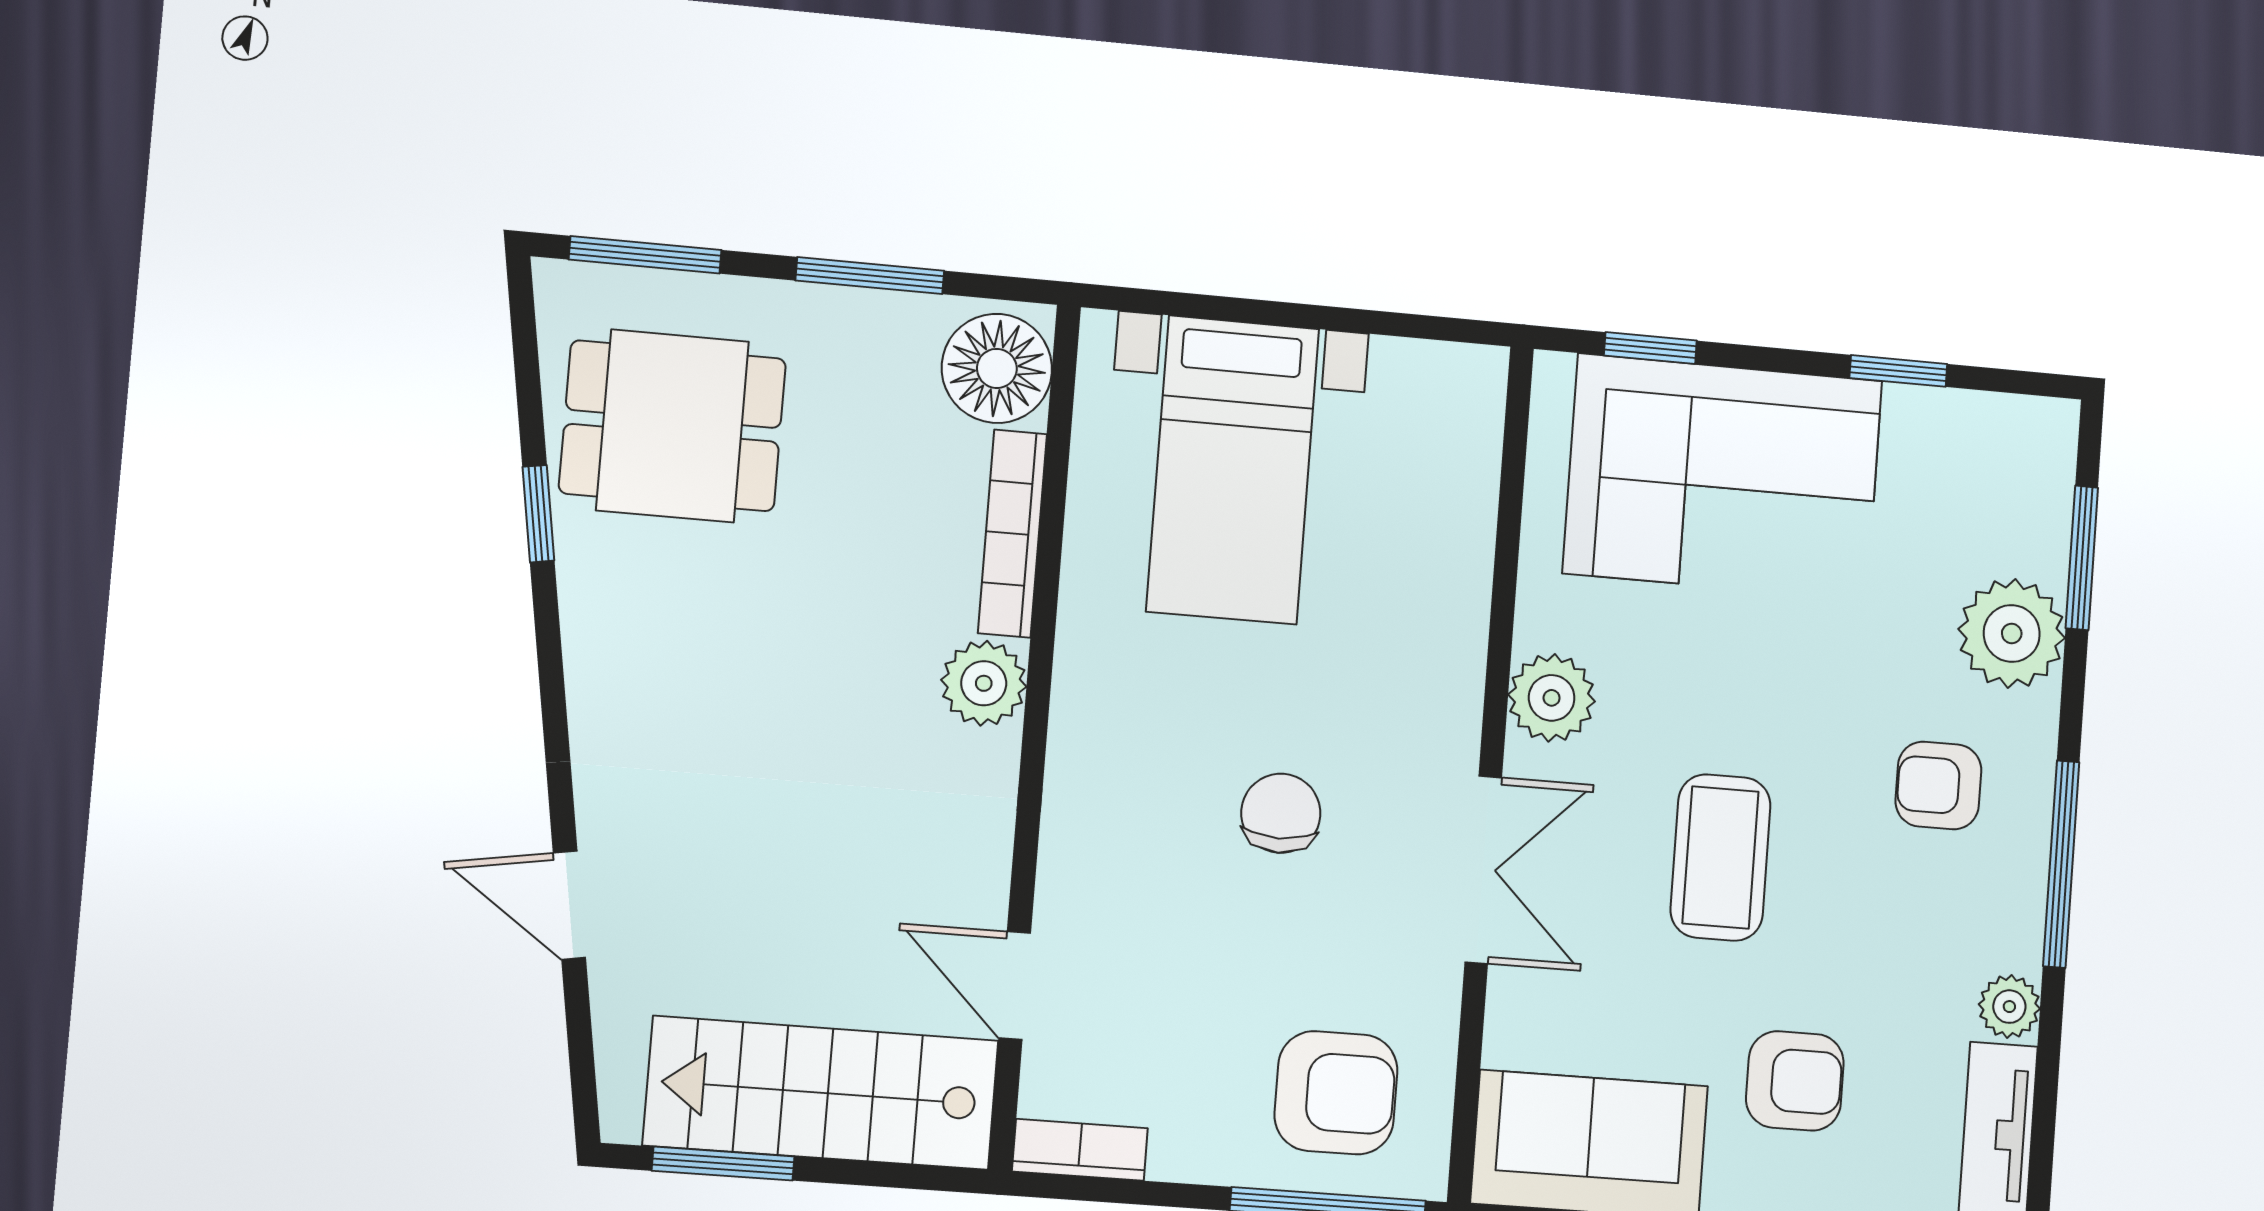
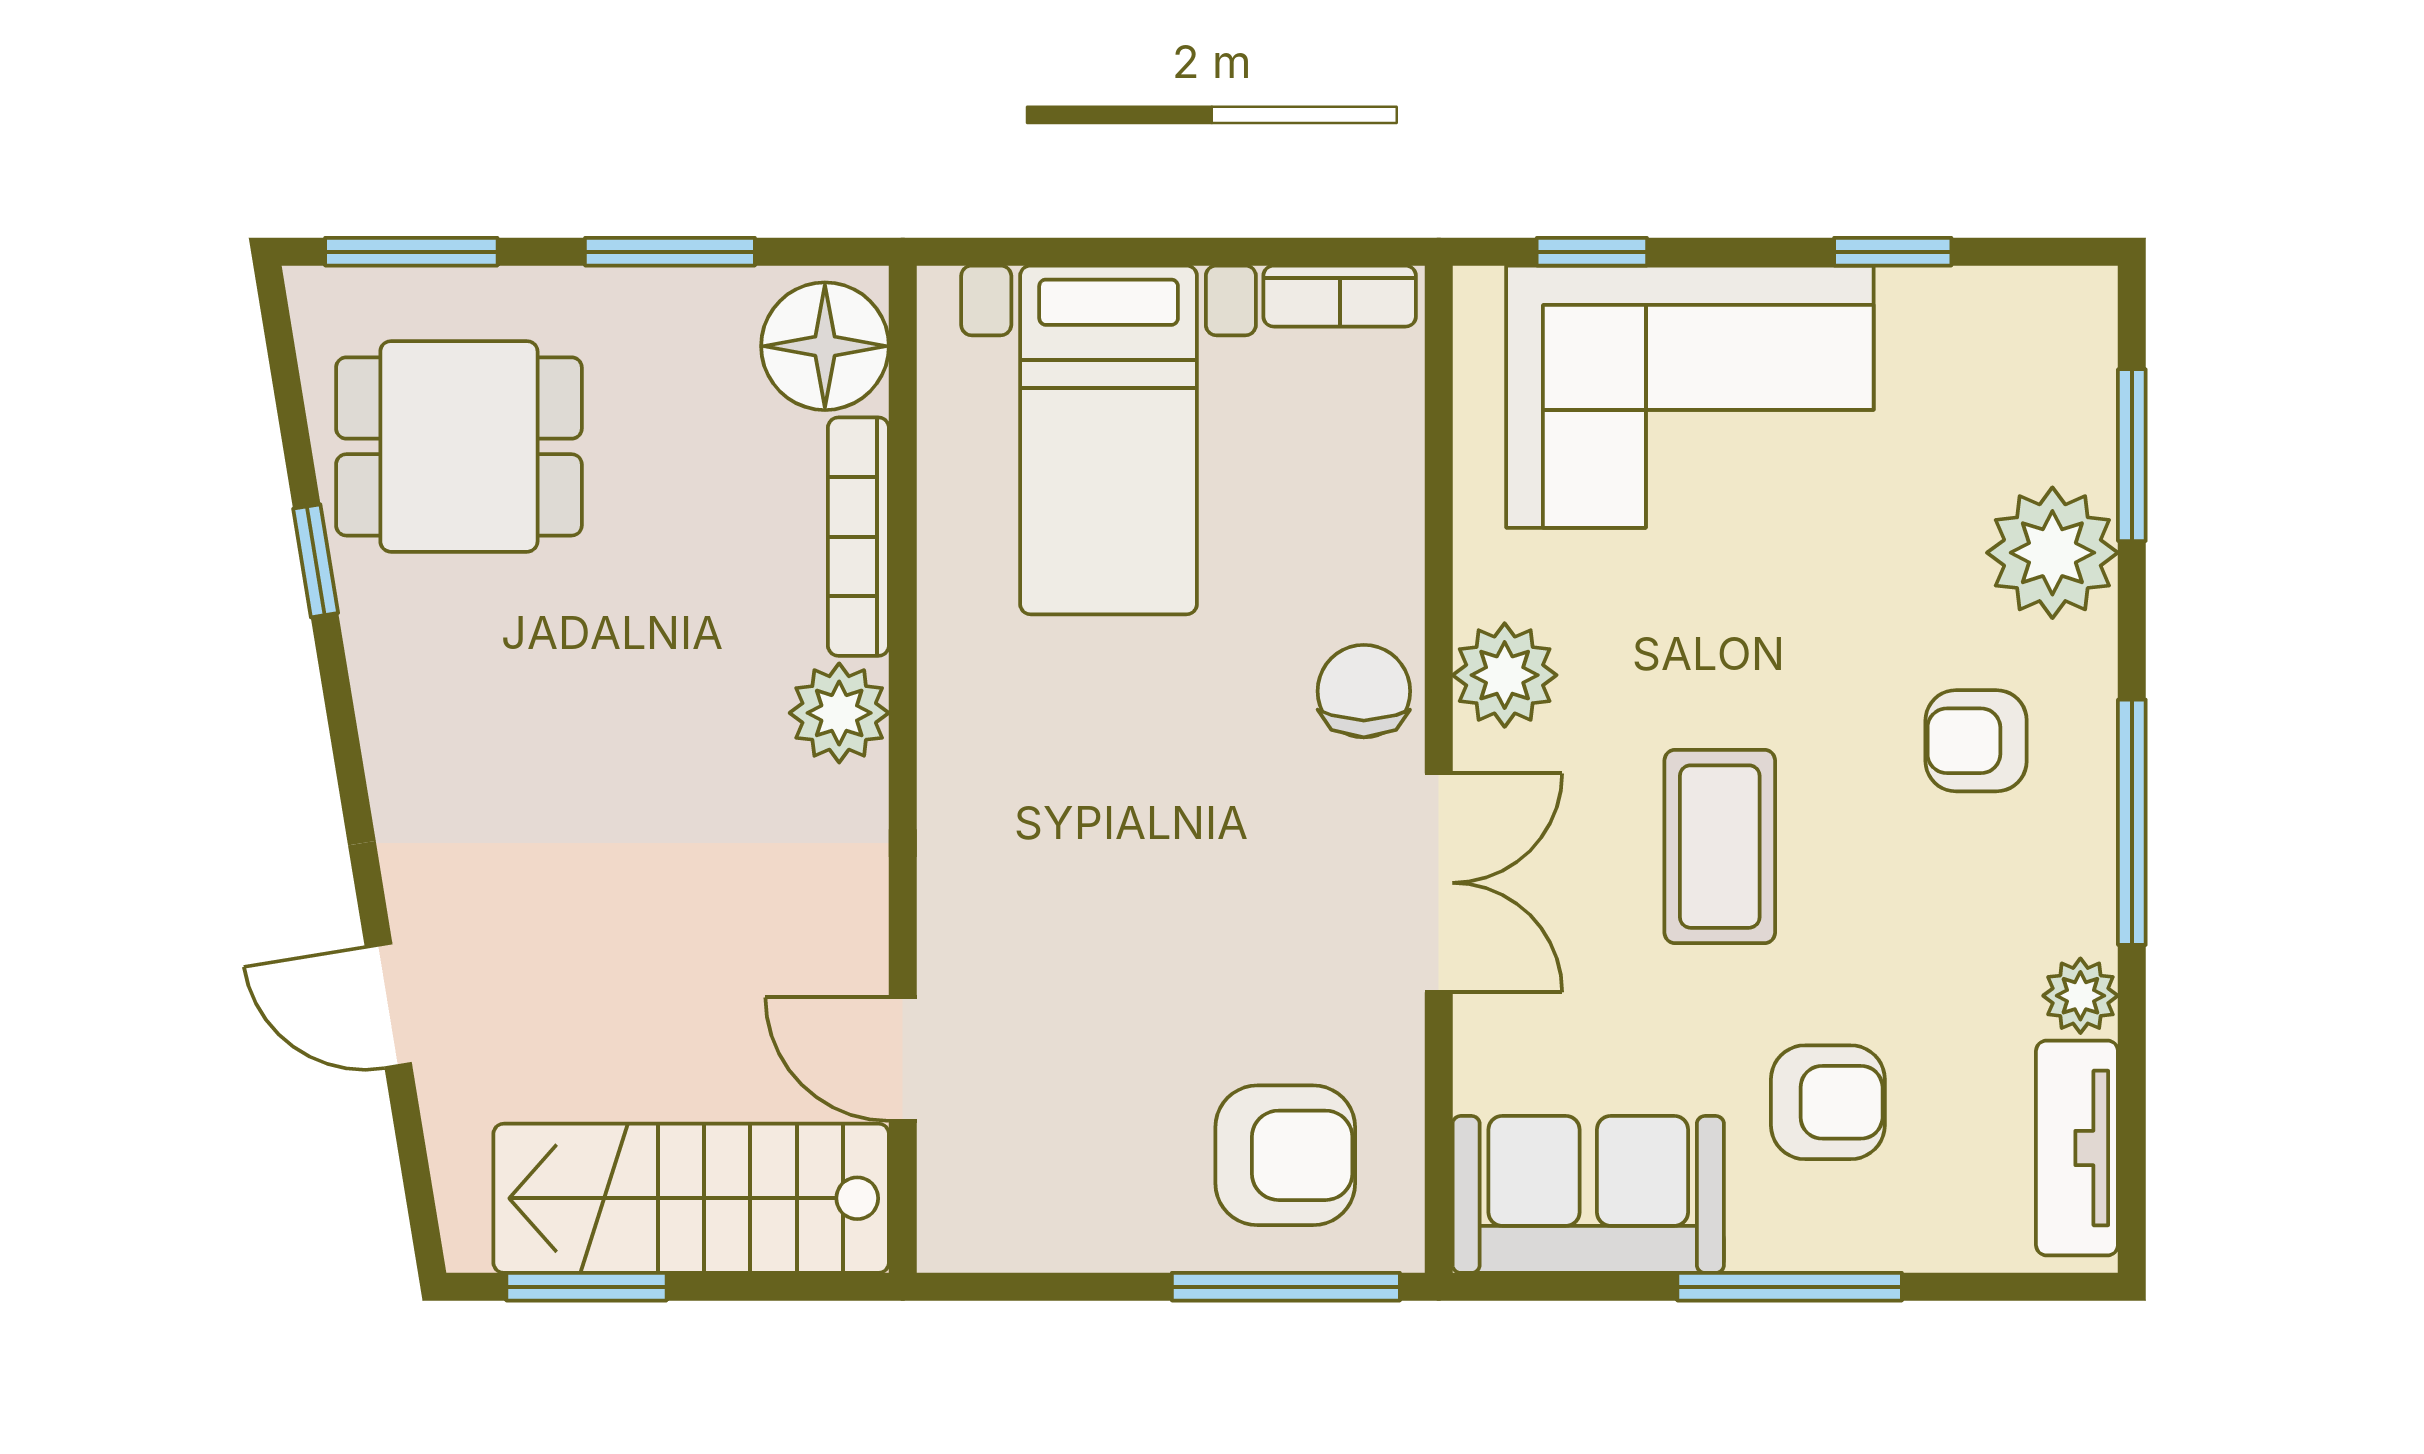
chair: (1281, 813) -> (1364, 691), moved
bookcase: (1080, 1150) -> (1340, 296), moved, turned 180

